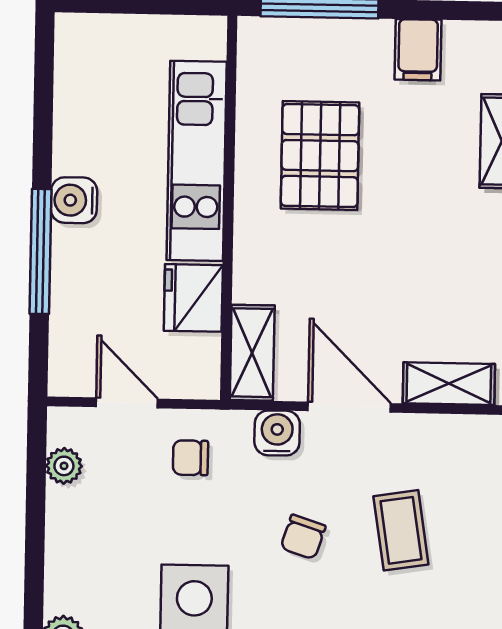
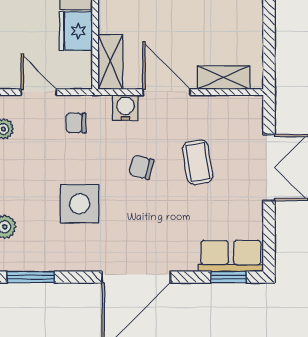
chair: (303, 537) -> (141, 167), turned 86

